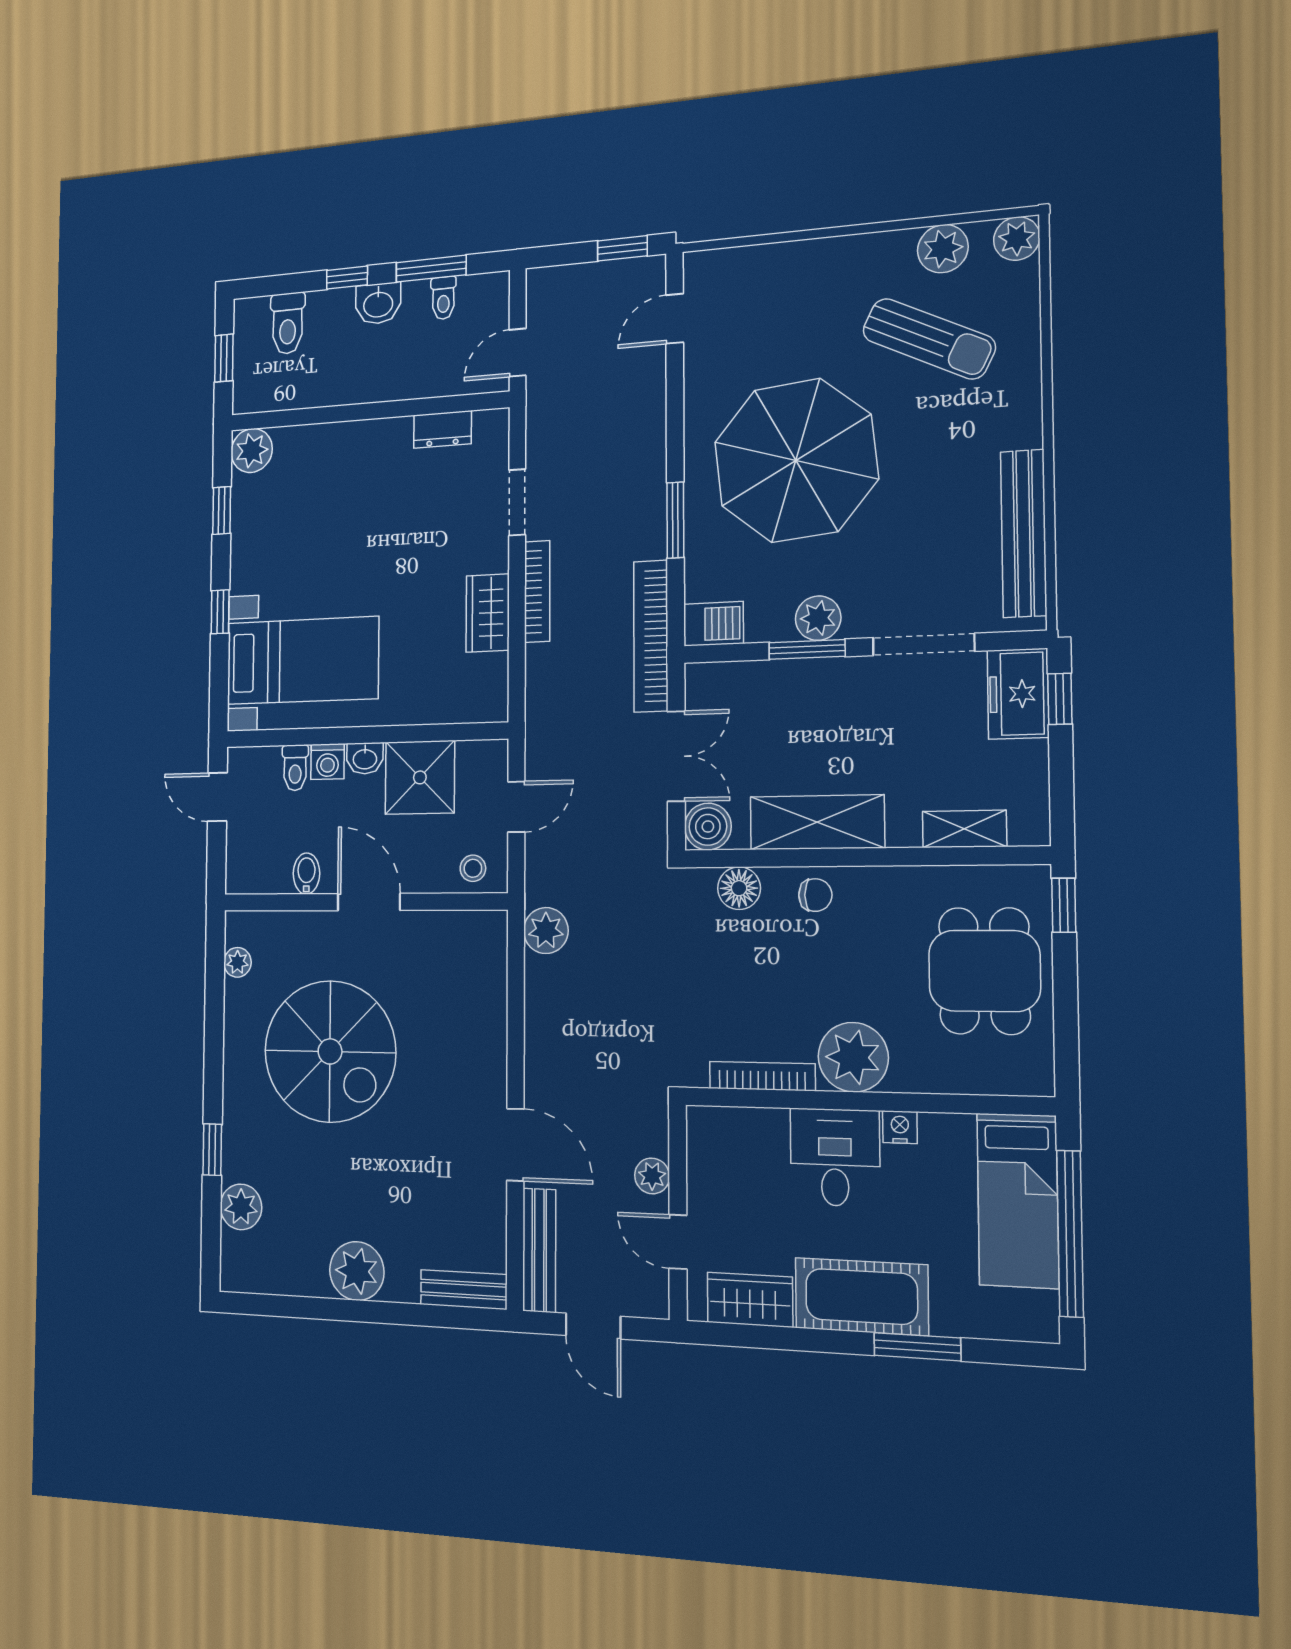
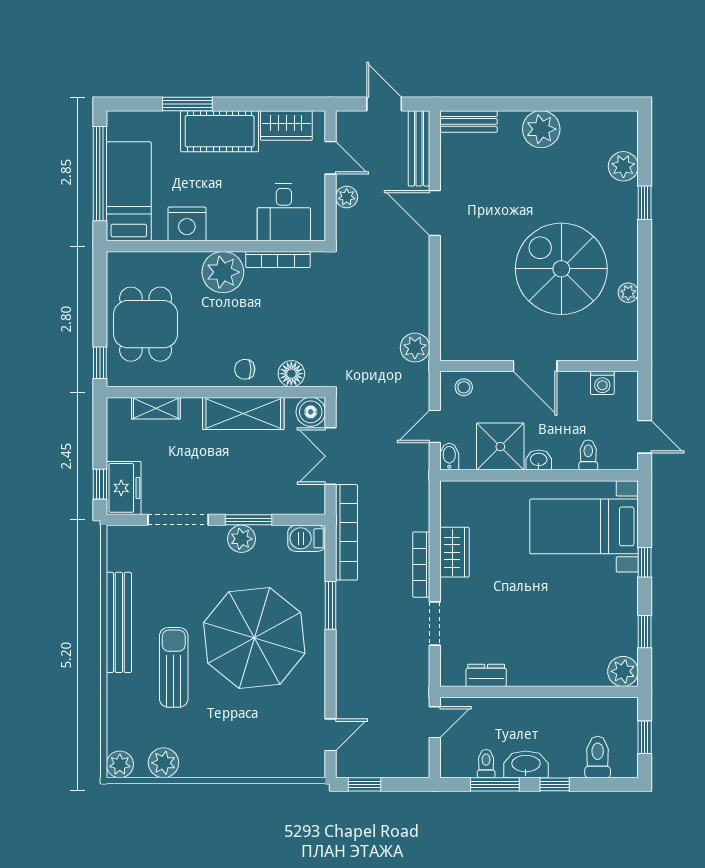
washbasin: (378, 304) -> (526, 764), width x1.38
sun lounger: (929, 339) -> (174, 667), moved, turned 64
bench: (1024, 533) -> (119, 622), moved
washing machine: (328, 762) -> (602, 383), moved, turned 180
bidet: (306, 874) -> (449, 457), moved, turned 180
plant: (237, 962) -> (628, 293), moved
nightstand: (900, 1127) -> (187, 224), width x1.89, depth x1.79
desk: (835, 1157) -> (284, 212), moved

